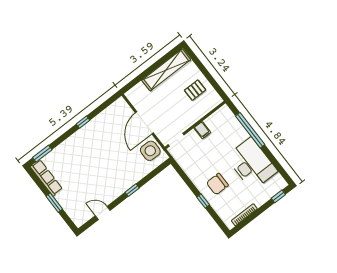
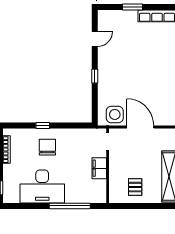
filing cabinet: (202, 130) -> (99, 168), width x2.00

